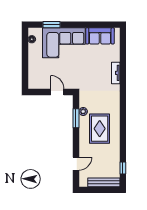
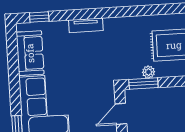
window: (123, 43) -> (39, 17), added
window: (76, 118) -> (143, 83), moved

